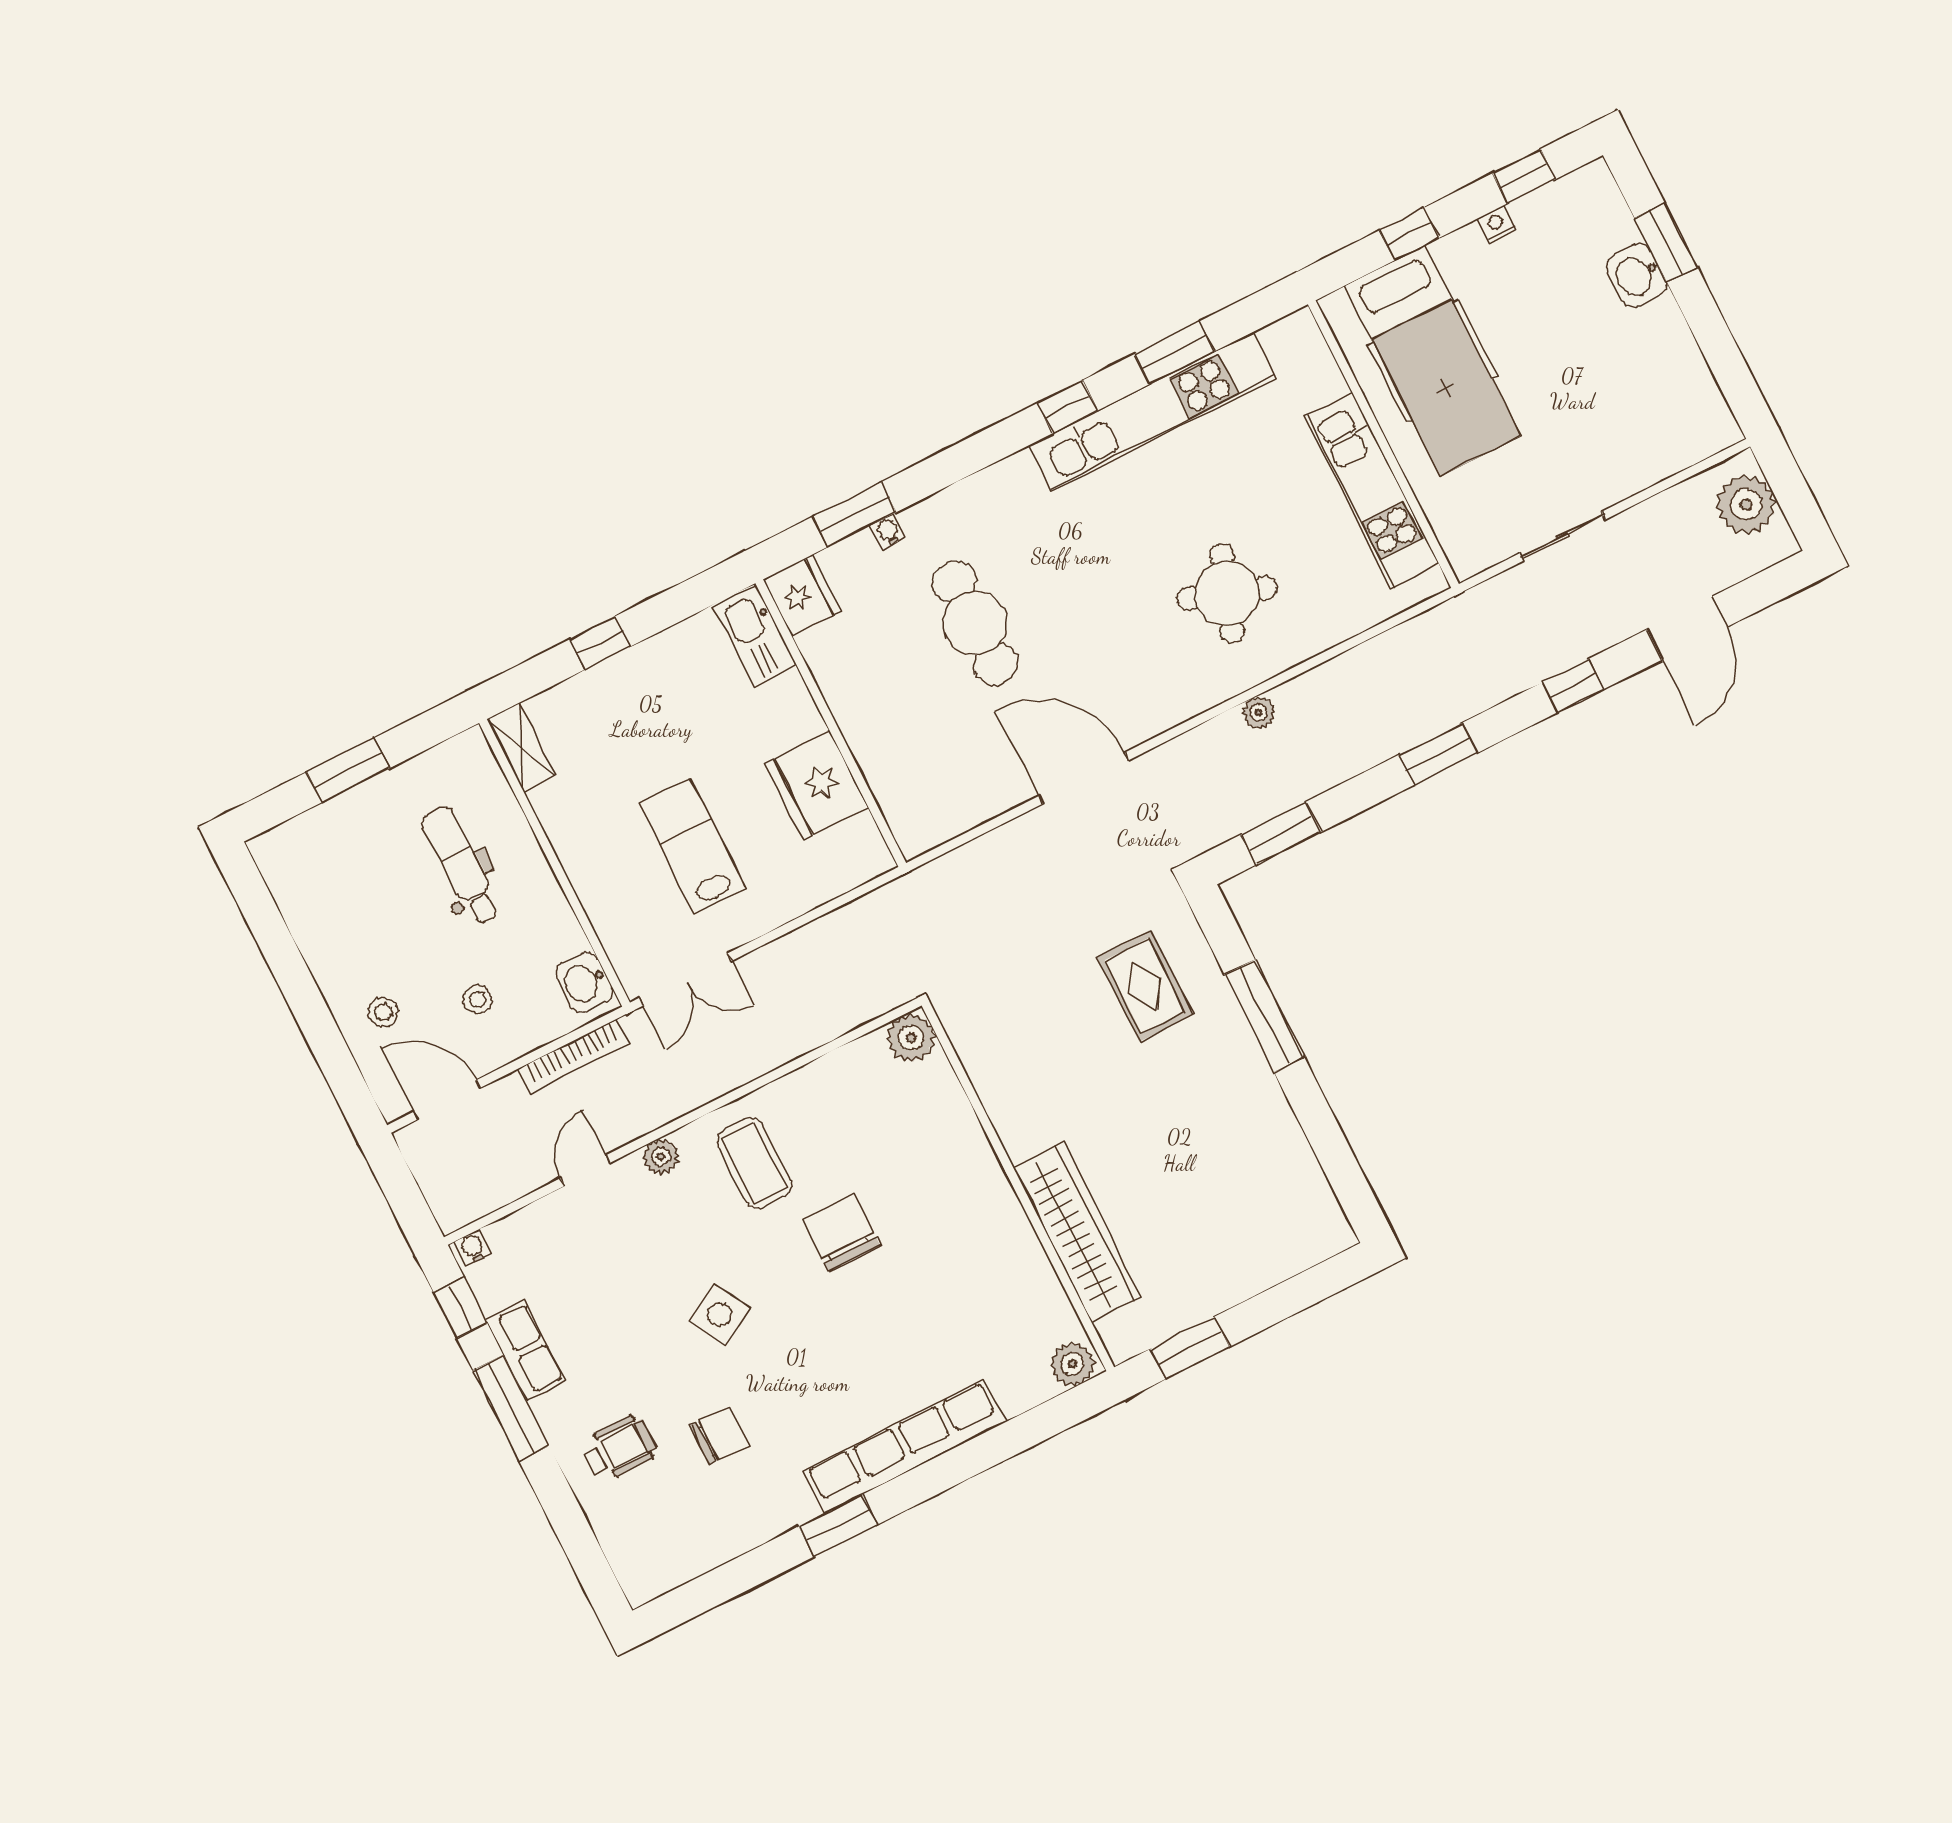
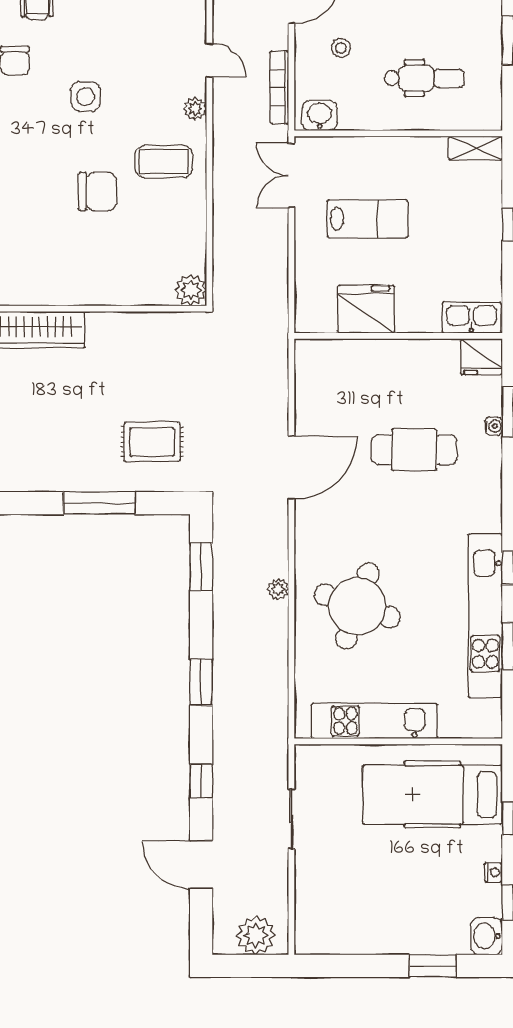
washbasin: (1636, 275) -> (486, 936), moved, turned -90
round table: (1227, 593) -> (357, 606), width x1.36, depth x1.36
side table: (720, 1314) -> (86, 97), turned 31

